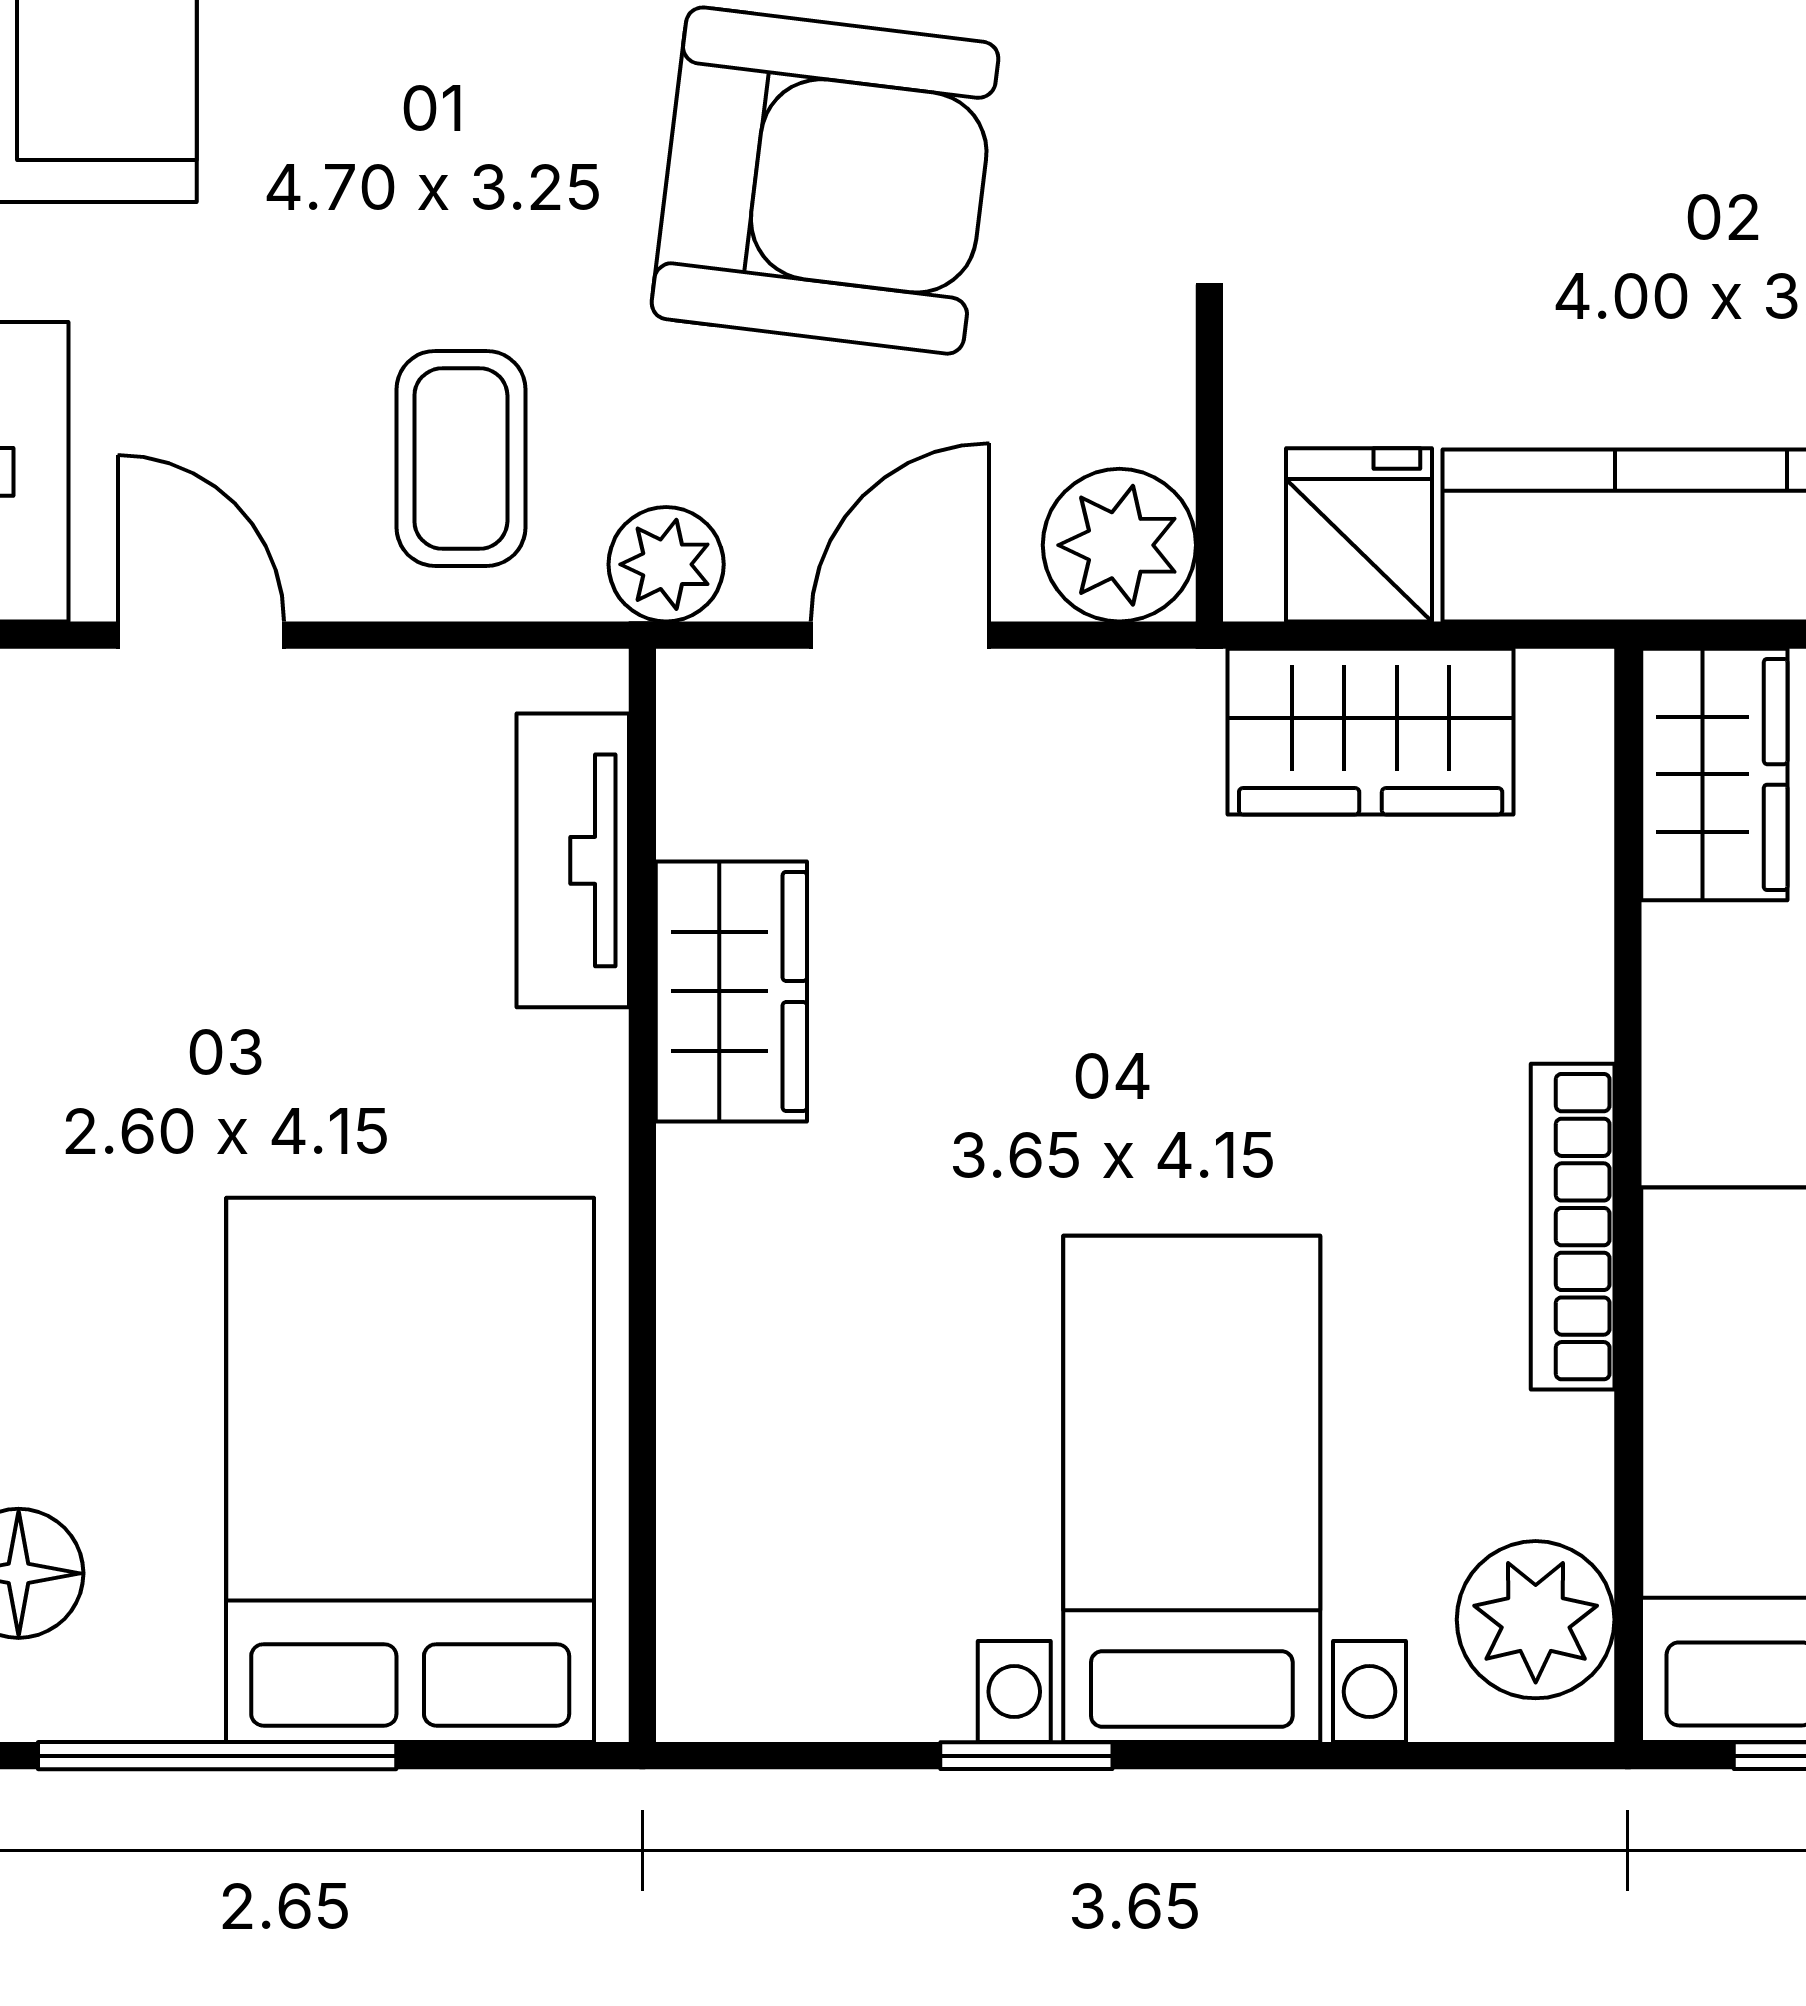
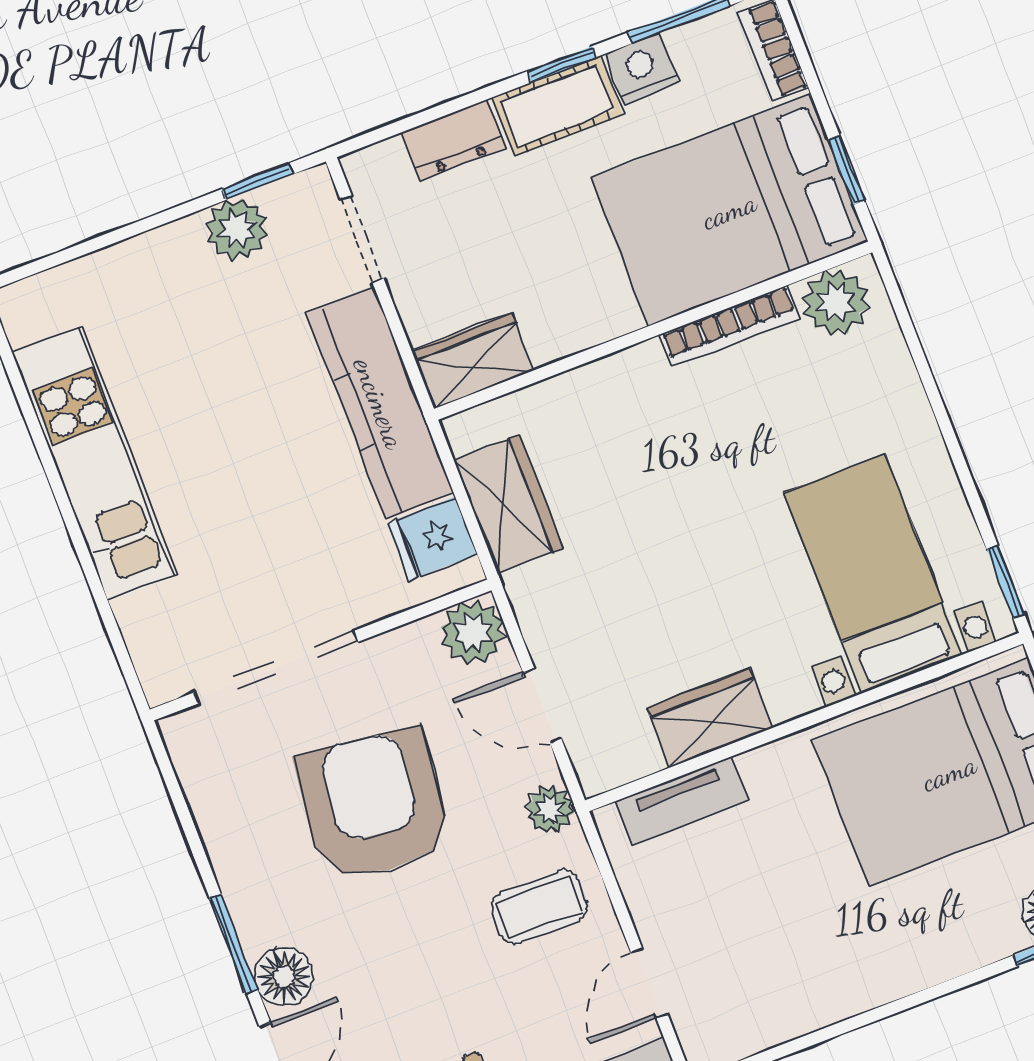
bookcase: (1573, 1227) -> (730, 326), moved
bed with nightstands: (1192, 1489) -> (873, 574), moved, turned 90
window: (1026, 1756) -> (1006, 582), moved

